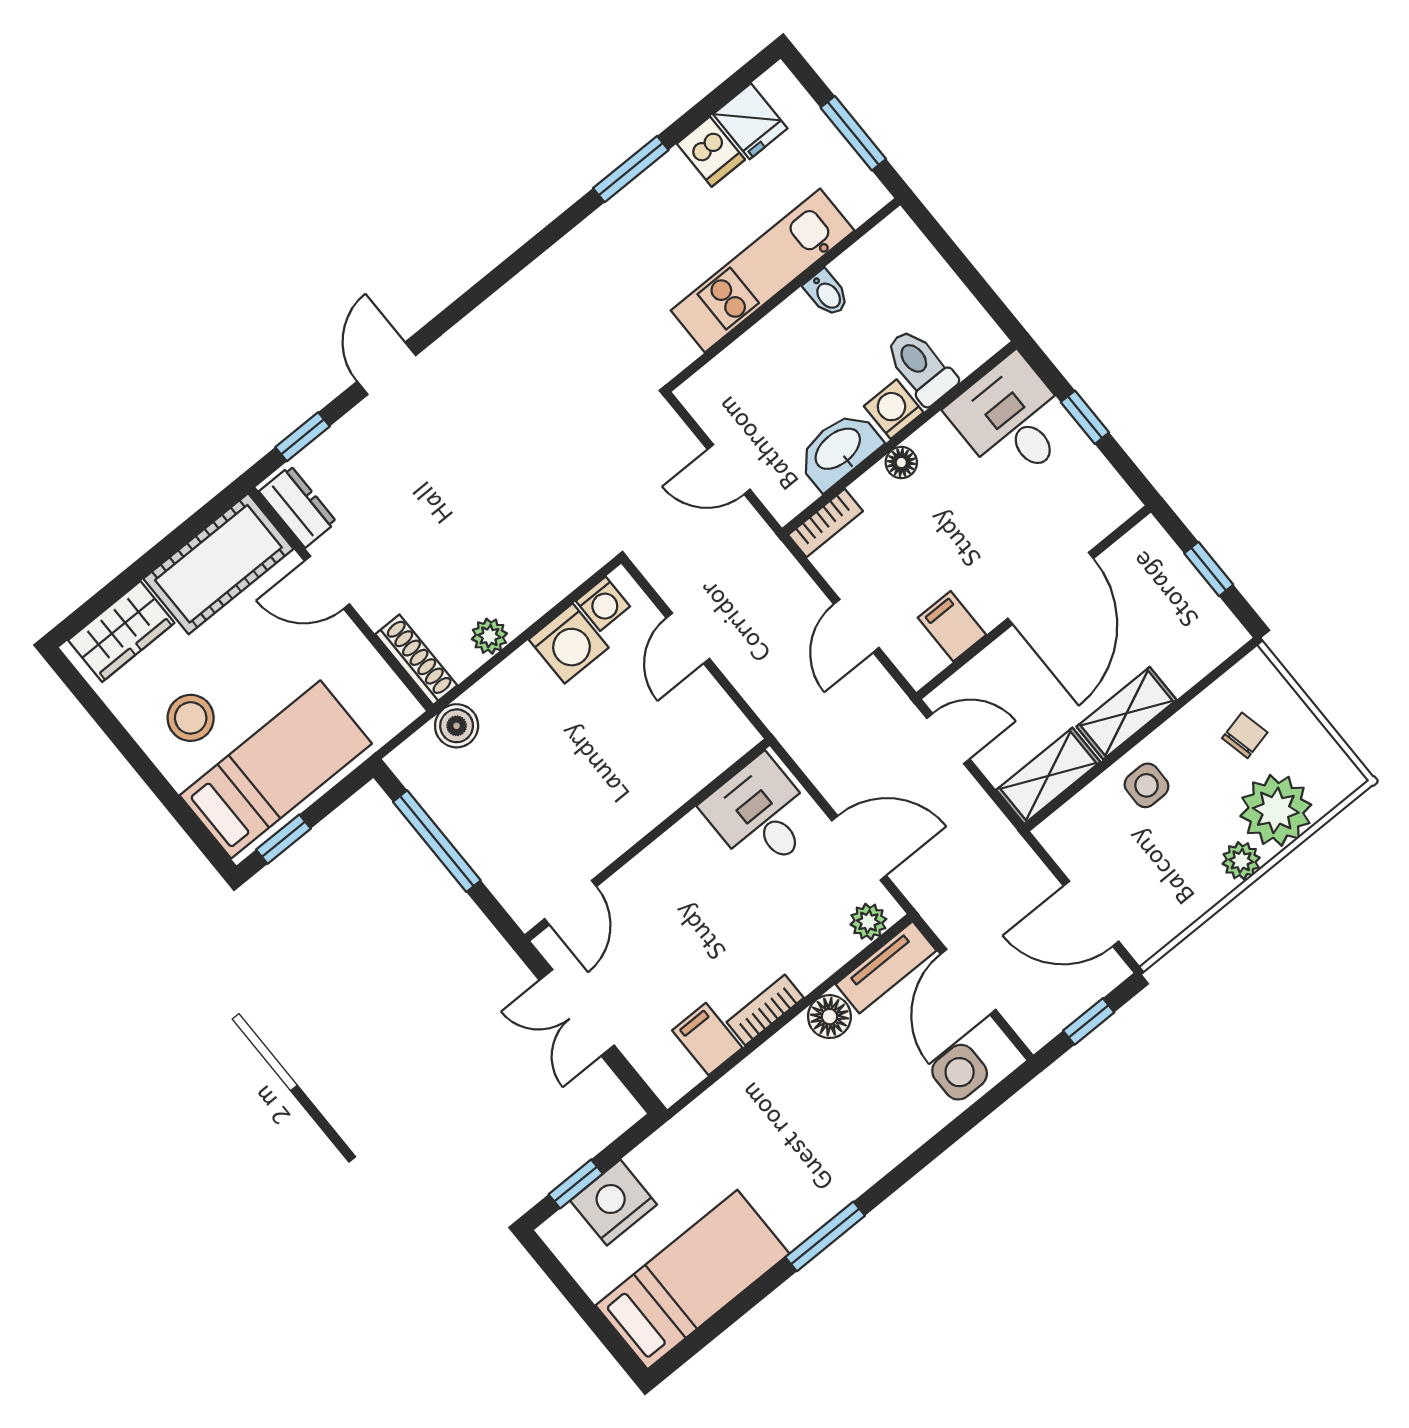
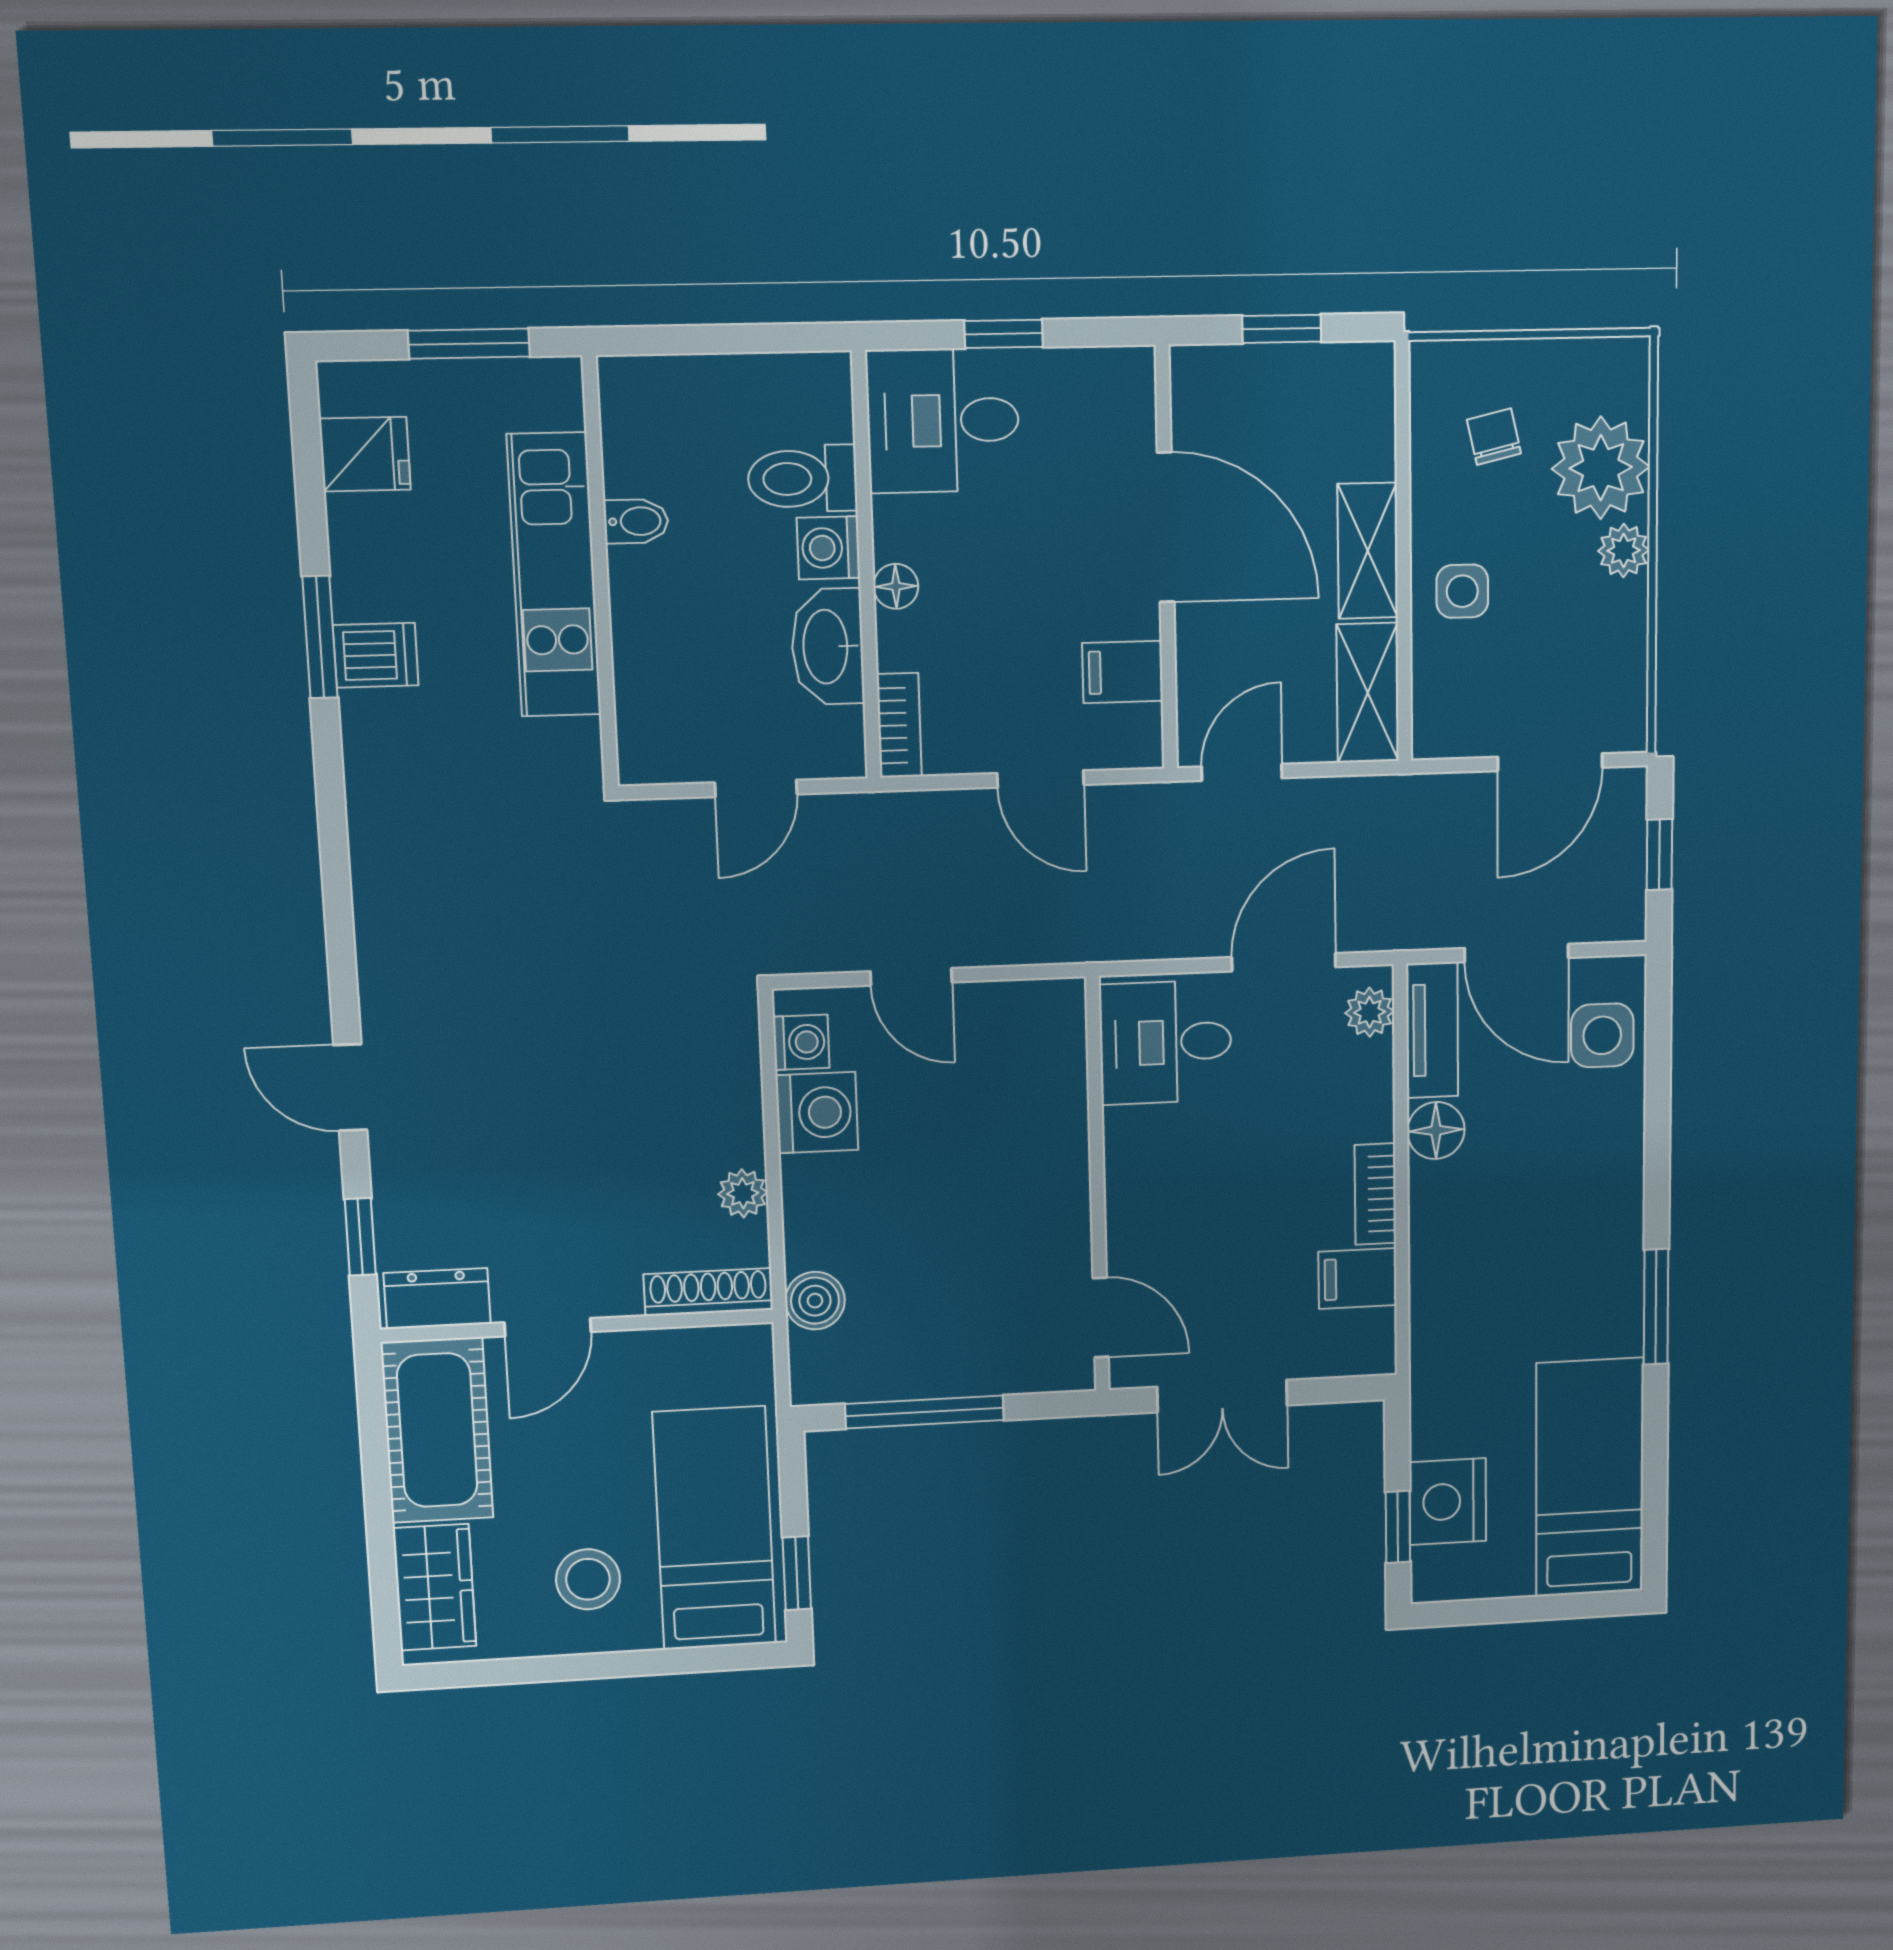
dishwasher: (711, 152) -> (376, 655), moved

